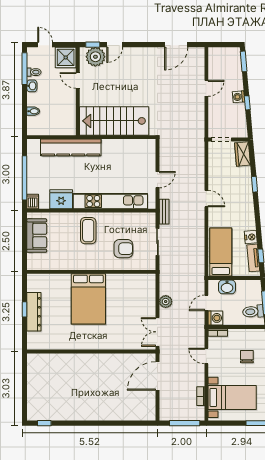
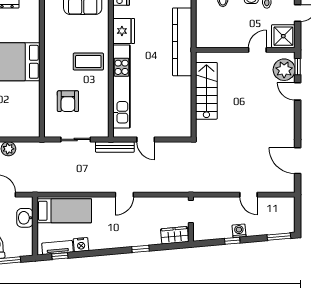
stairs: (114, 121) -> (206, 91), width x0.73, depth x0.66
bench: (164, 212) -> (115, 147), width x1.36

